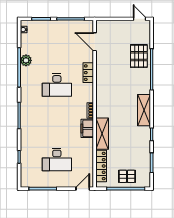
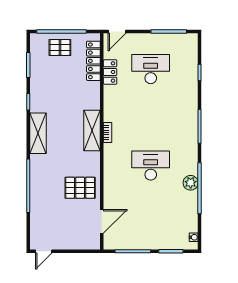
door: (140, 19) -> (44, 251), hinge flipped
door: (95, 42) -> (102, 221), hinge flipped
pallet: (139, 56) -> (80, 188), moved, turned 90
plant: (26, 60) -> (191, 183), moved
locker: (88, 73) -> (110, 72), moved
filing cabinet: (87, 128) -> (111, 109), removed
shelving: (102, 134) -> (92, 131), moved

